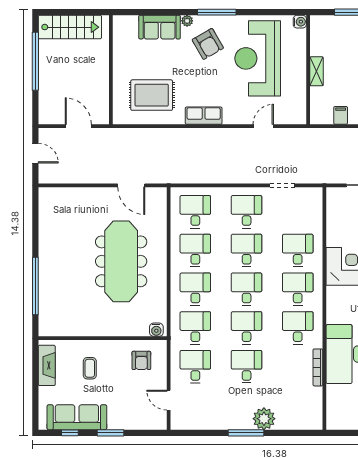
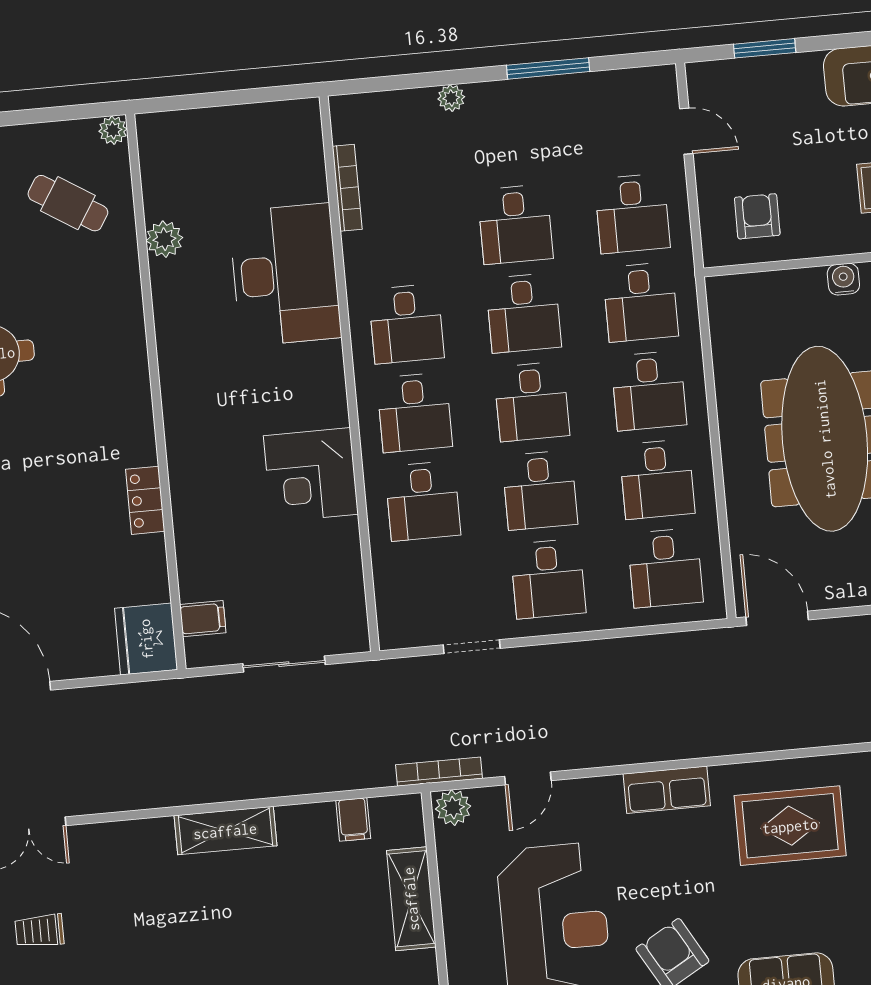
shelving: (316, 71) -> (411, 899), width x1.50, depth x1.33
plant: (297, 116) -> (453, 808), added
bookcase: (302, 133) -> (439, 772), added
door: (131, 185) -> (777, 618), moved
water cooler: (156, 330) -> (843, 279), moved
bookcase: (318, 367) -> (347, 188), moved
plant: (264, 419) -> (451, 98), width x0.53, depth x0.53
window: (110, 433) -> (765, 48), moved
window: (246, 433) -> (548, 68), moved

